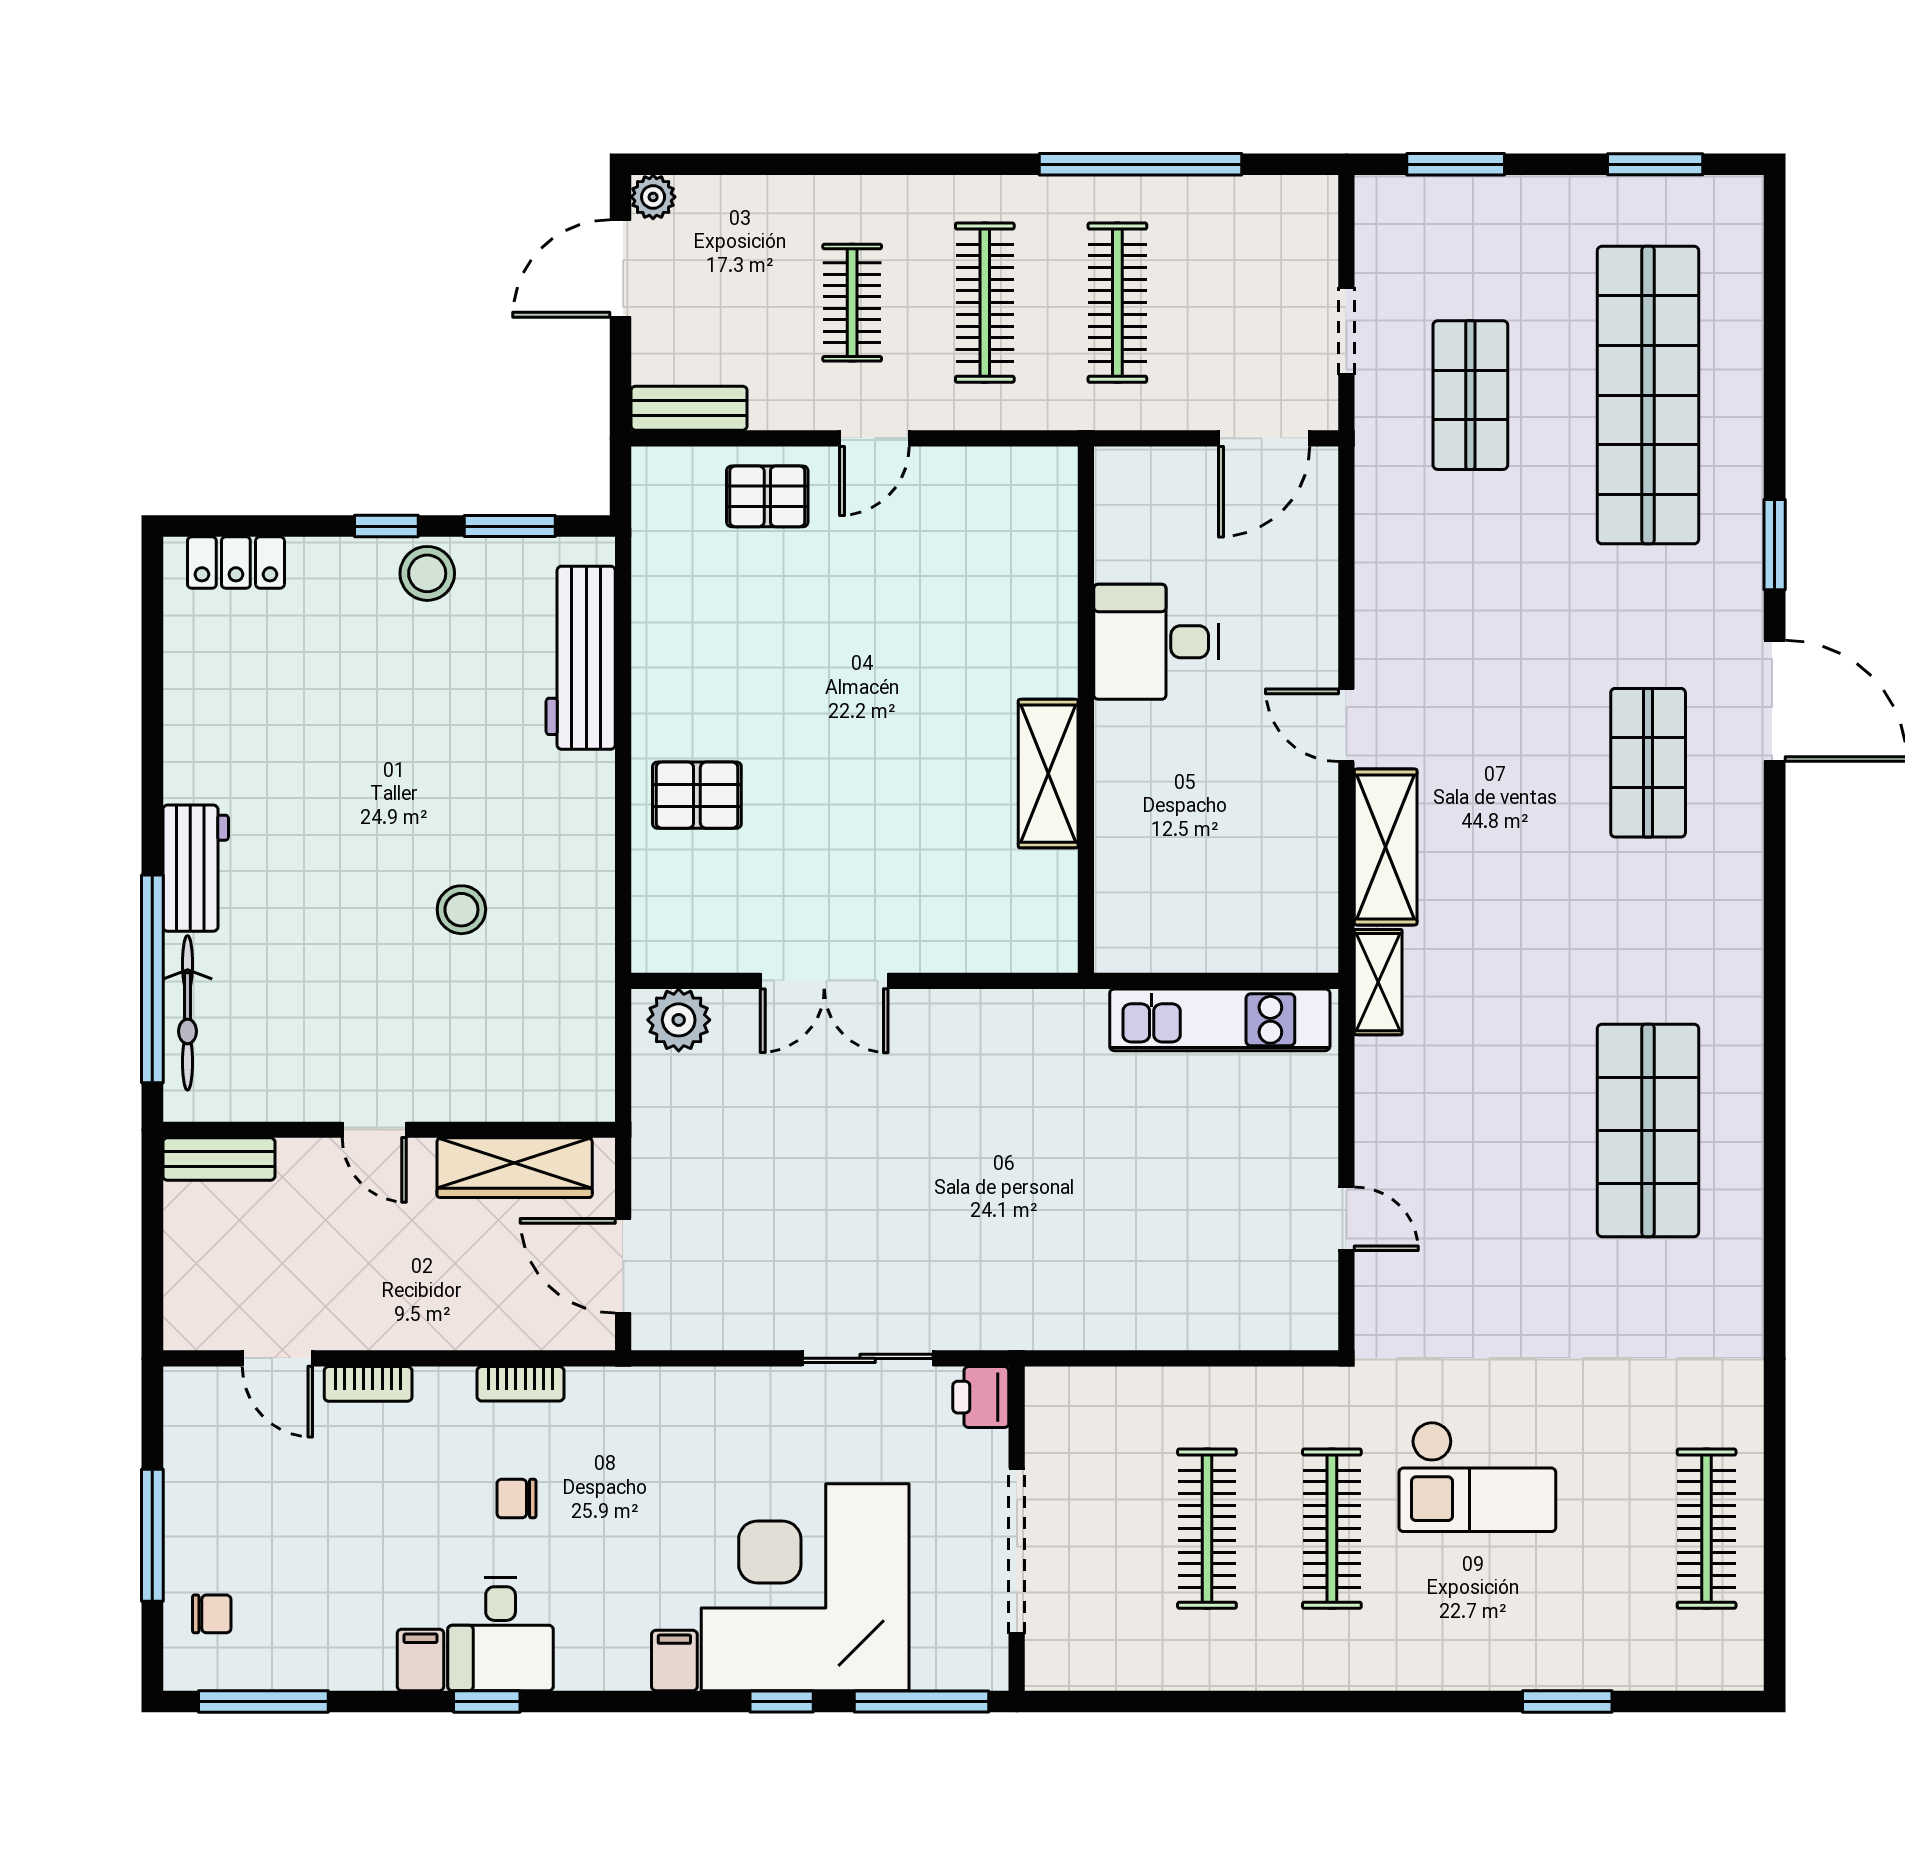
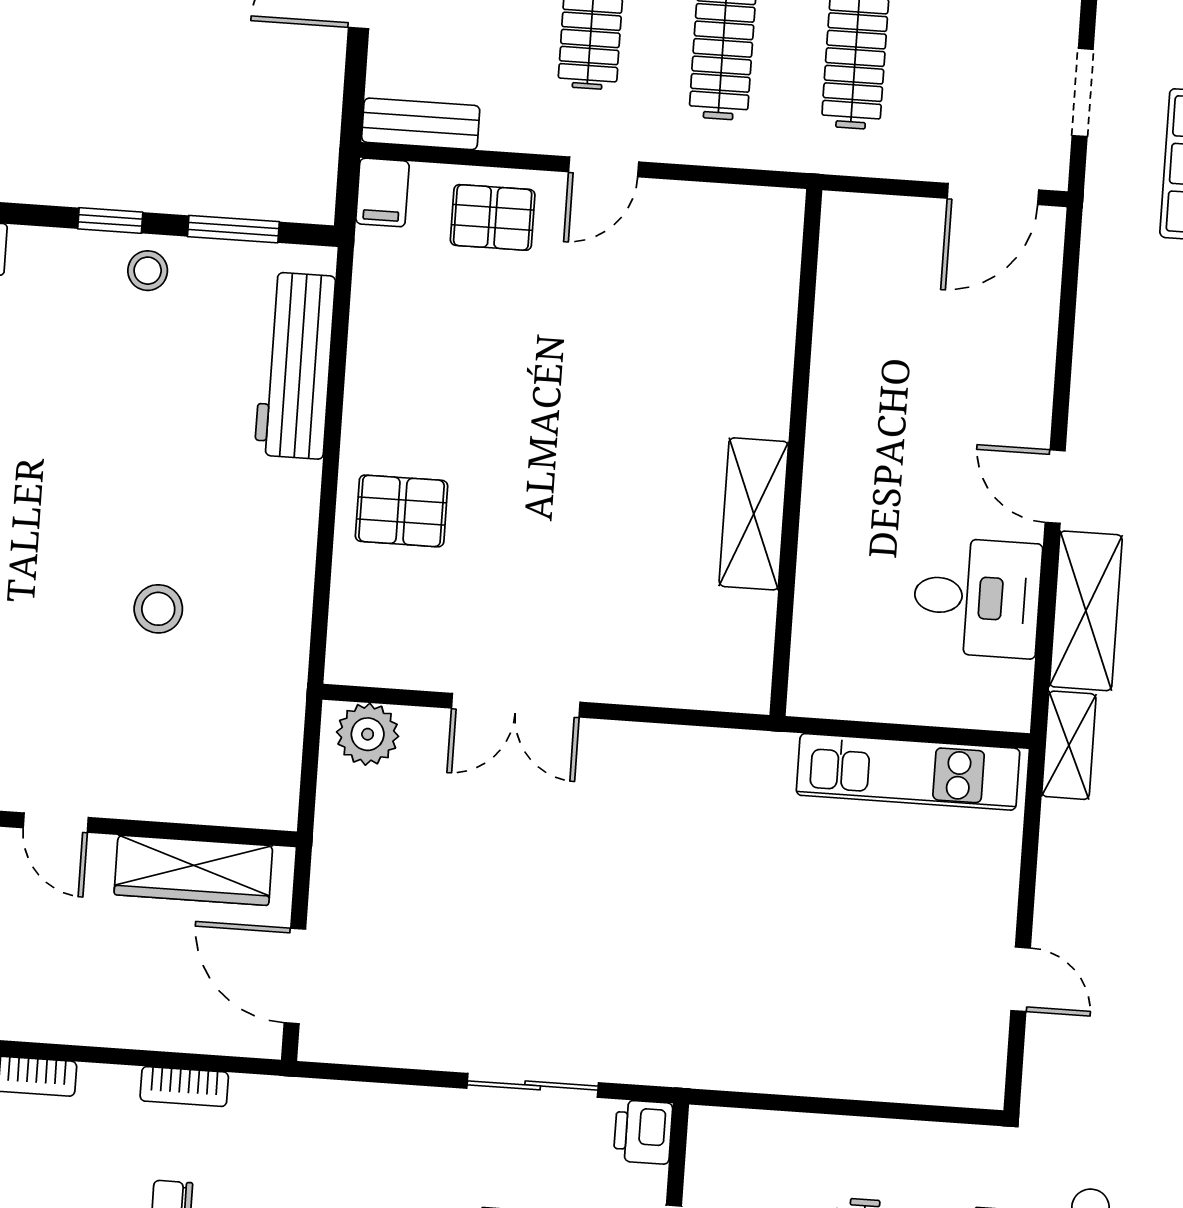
filing cabinet: (656, 479) -> (382, 192), added
stool: (427, 573) -> (148, 271), width x0.73, depth x0.73
desk: (1156, 642) -> (977, 598), moved, turned 180

